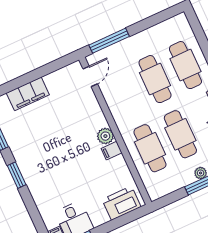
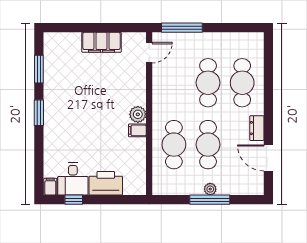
filing cabinet: (28, 94) -> (101, 42), moved
printer: (121, 203) -> (106, 183), moved

